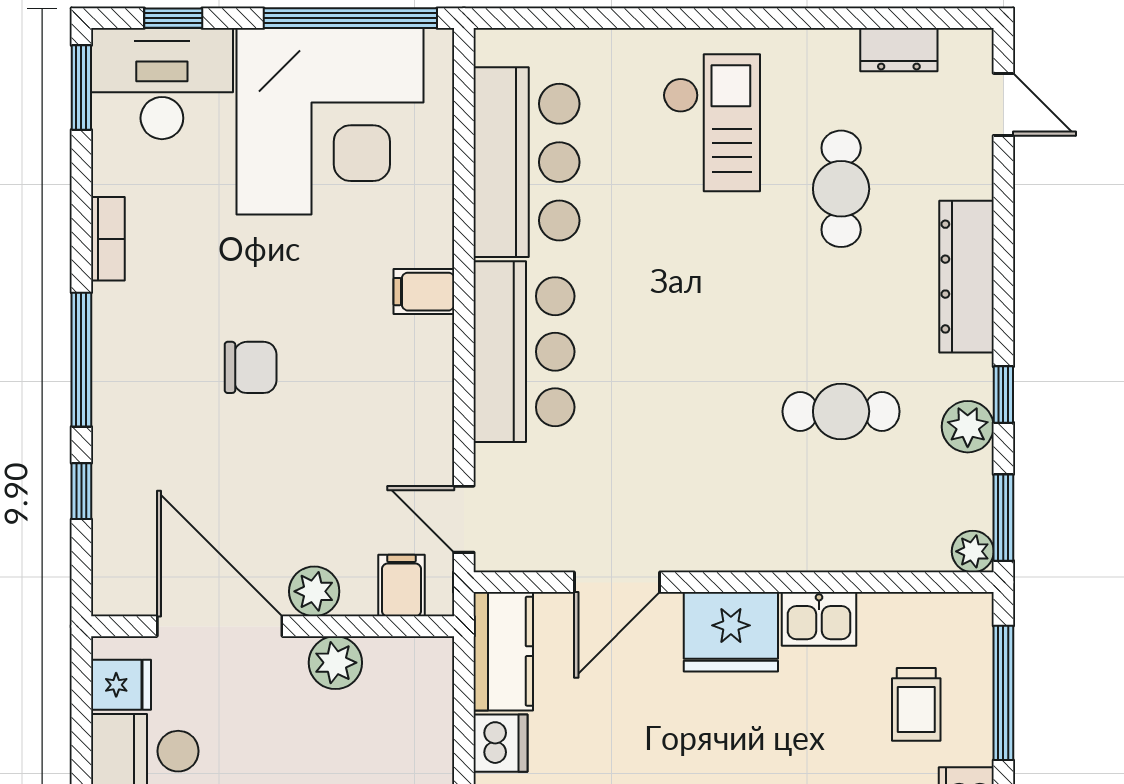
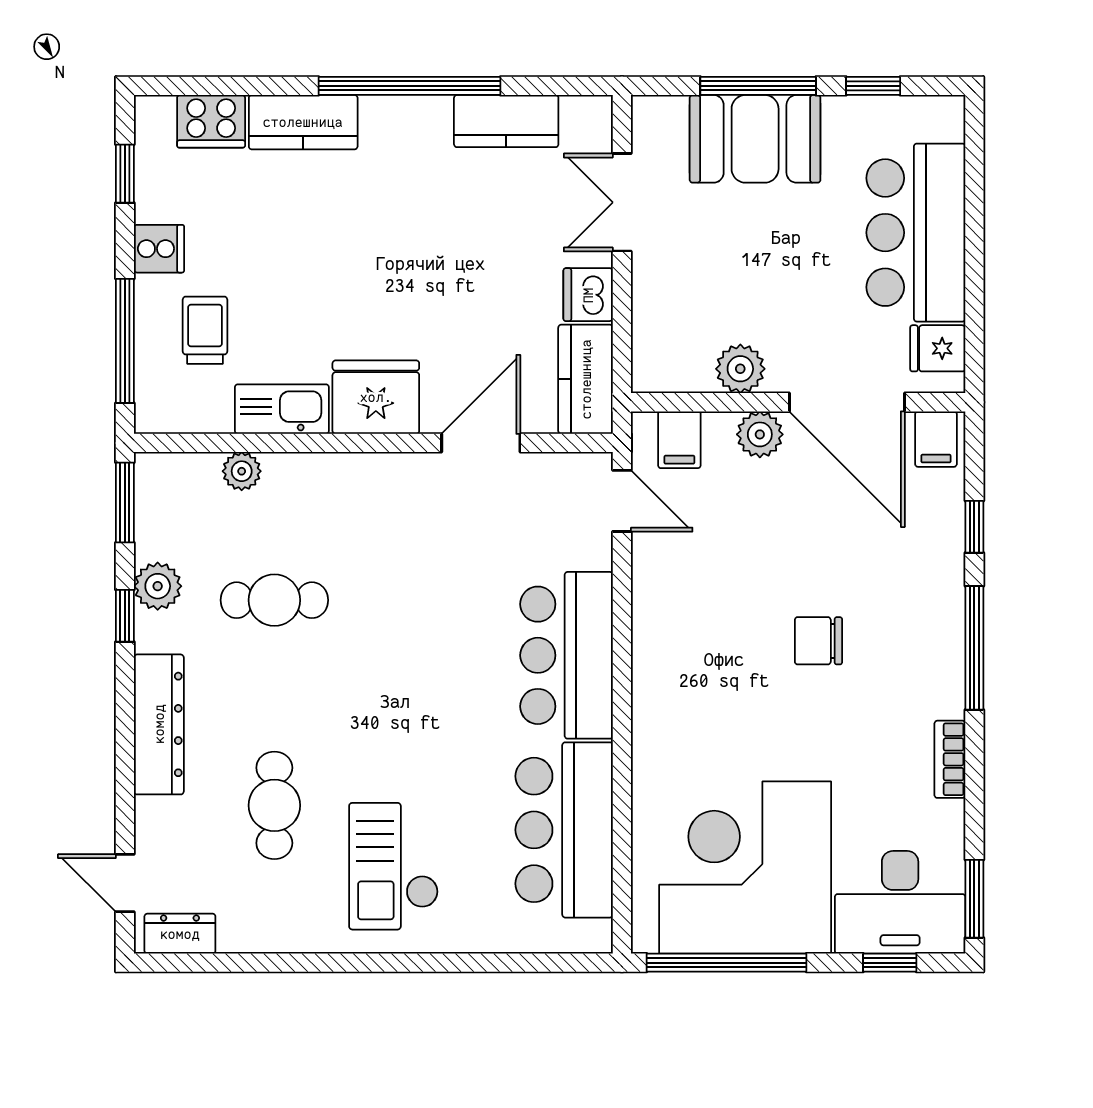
dresser: (899, 50) -> (180, 934), moved
filing cabinet: (424, 292) -> (936, 439), moved, turned 90
plant: (973, 551) -> (242, 471), moved
kitchen sink: (819, 619) -> (282, 409), width x1.38

